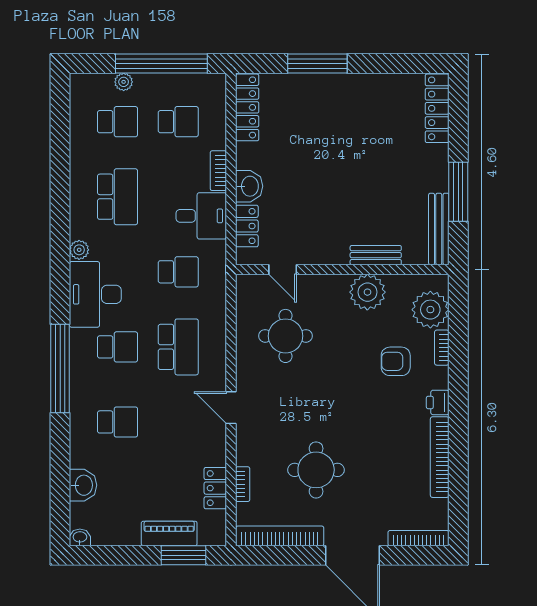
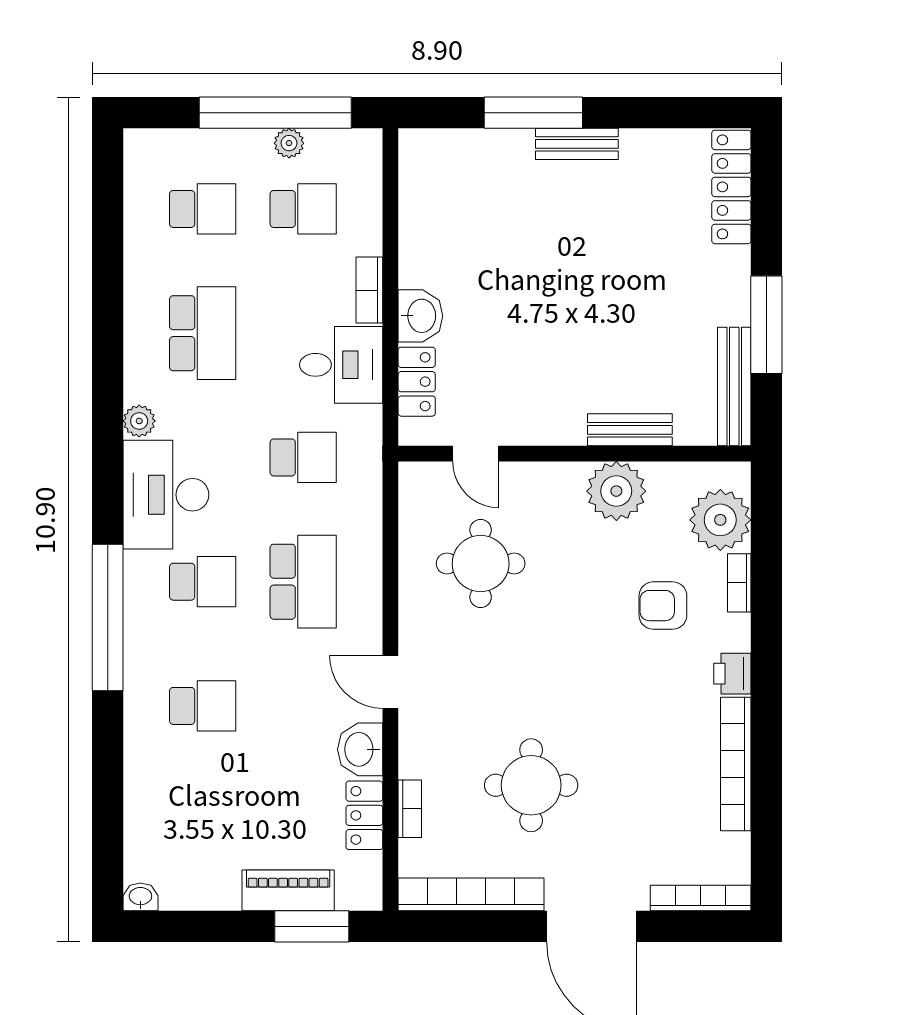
plant: (124, 82) -> (289, 143), moved
bench: (344, 82) -> (577, 144), added
locker: (247, 107) -> (417, 185), removed
washbasin: (83, 485) -> (360, 749), moved, turned 180

